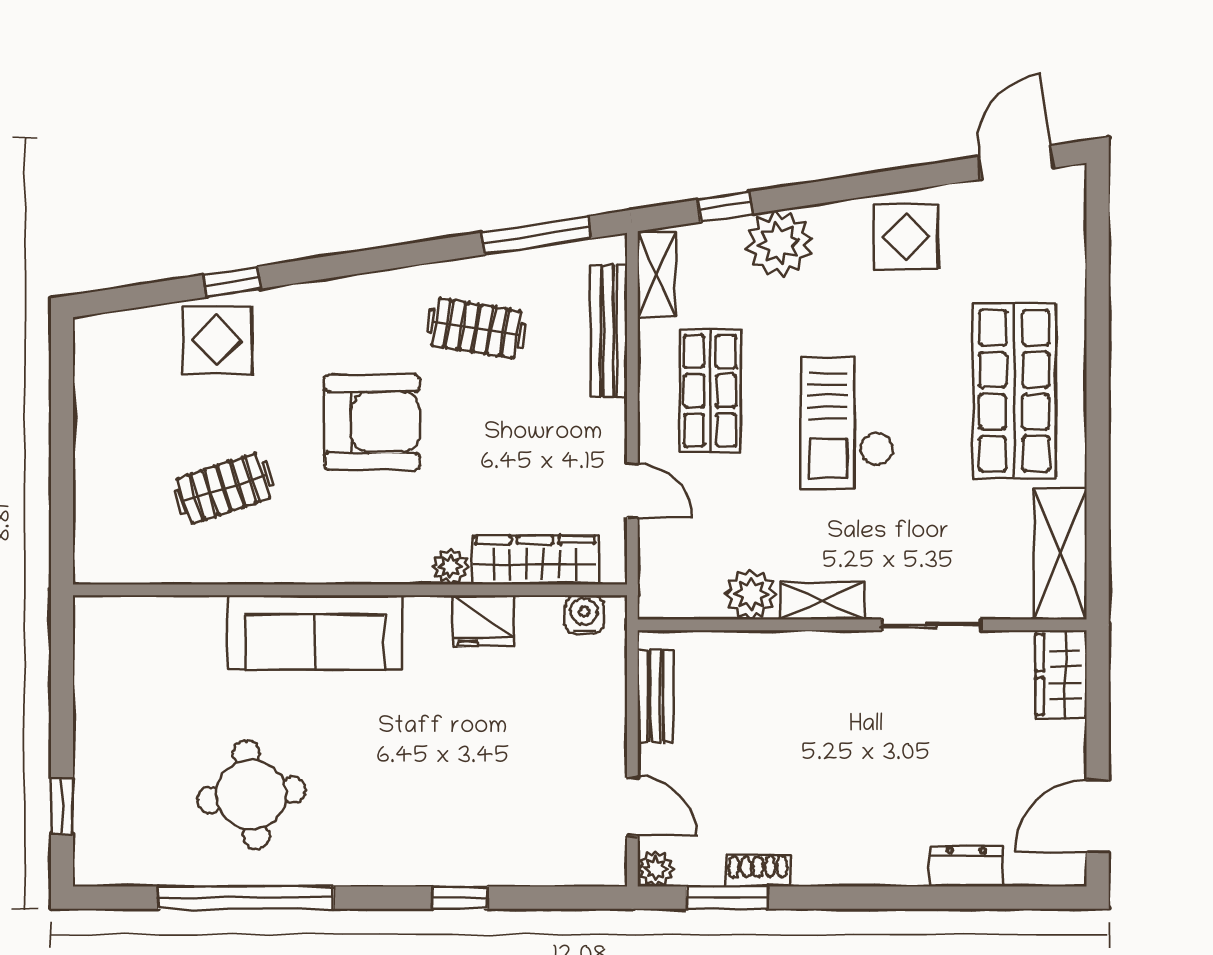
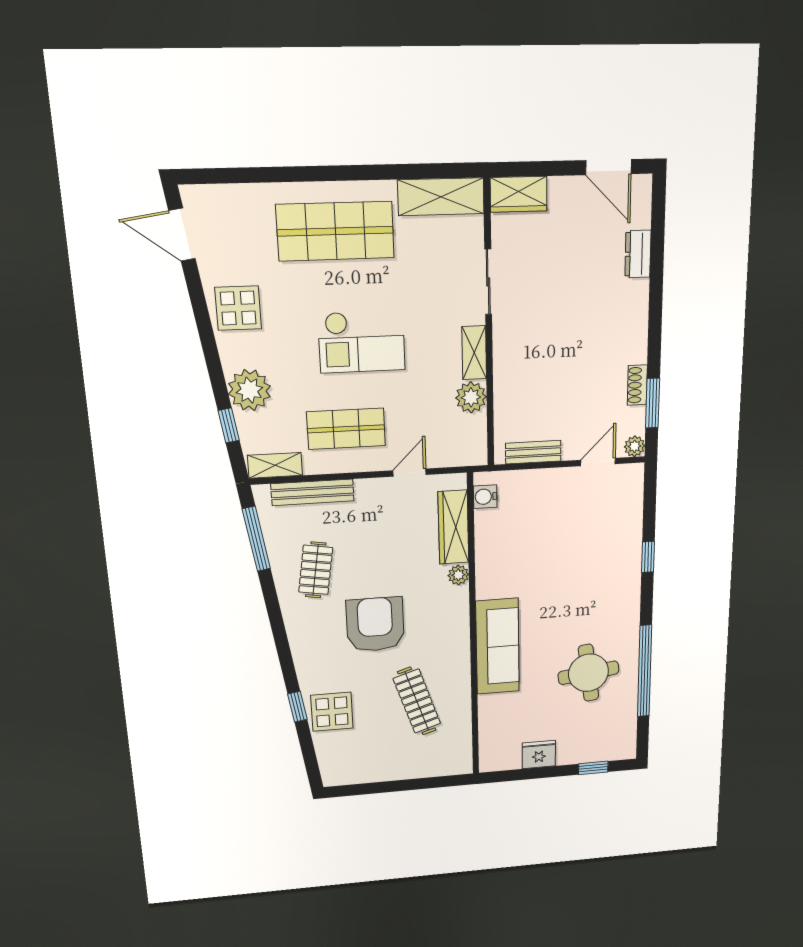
clothes rail: (224, 488) -> (417, 701), width x1.36
fridge: (483, 621) -> (539, 755), moved, turned -90

